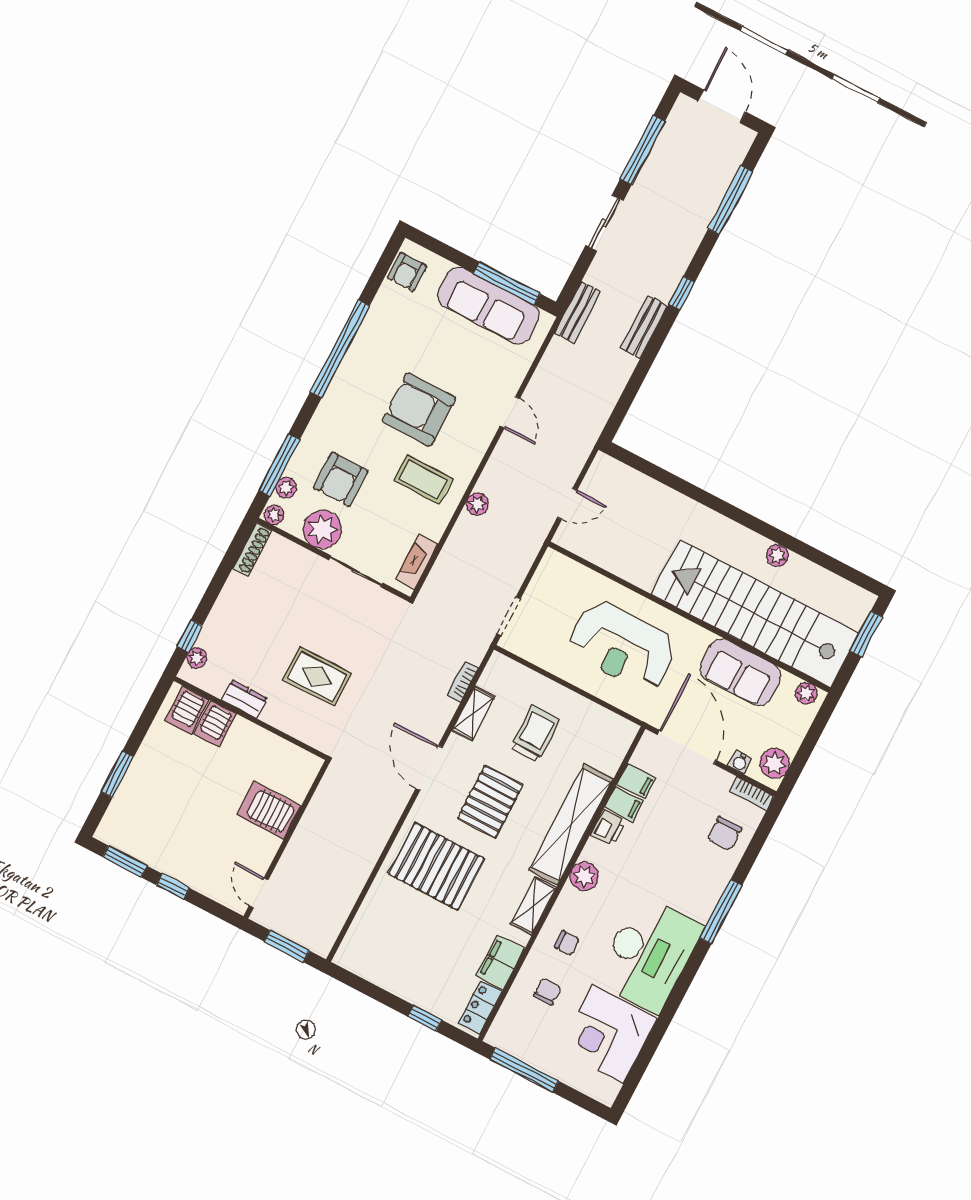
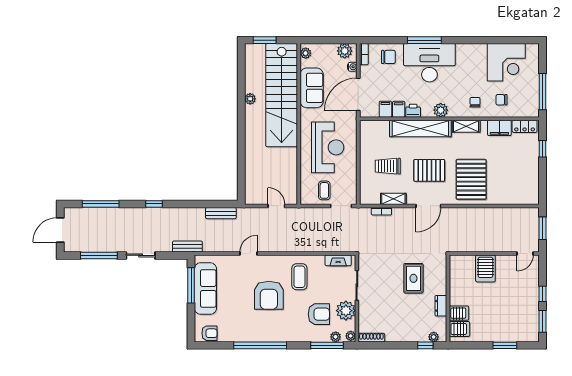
bench: (644, 327) -> (221, 213), moved
plant: (477, 504) -> (298, 247), removed
coffee table: (551, 601) -> (324, 190), added
desk: (649, 954) -> (429, 63), moved

